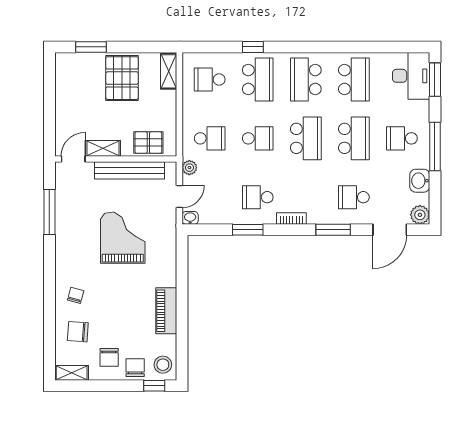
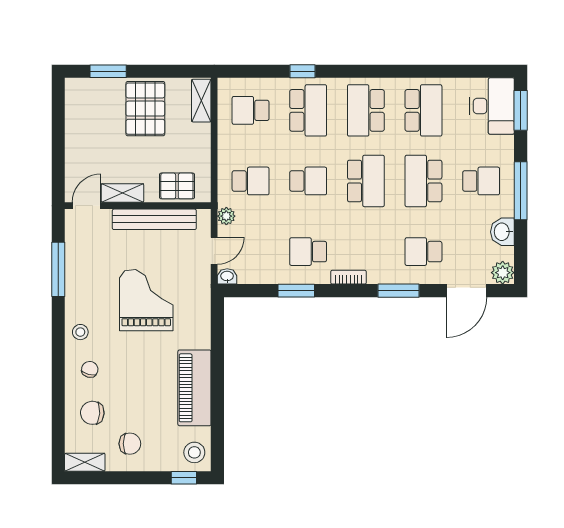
school desk: (354, 138) -> (423, 181), turned 180
school desk: (402, 138) -> (481, 181), turned 180
stool: (68, 264) -> (80, 332), added
piano: (166, 311) -> (194, 388), width x1.37, depth x1.33
chair: (109, 357) -> (130, 444), turned -90
chair: (135, 368) -> (161, 456), removed

